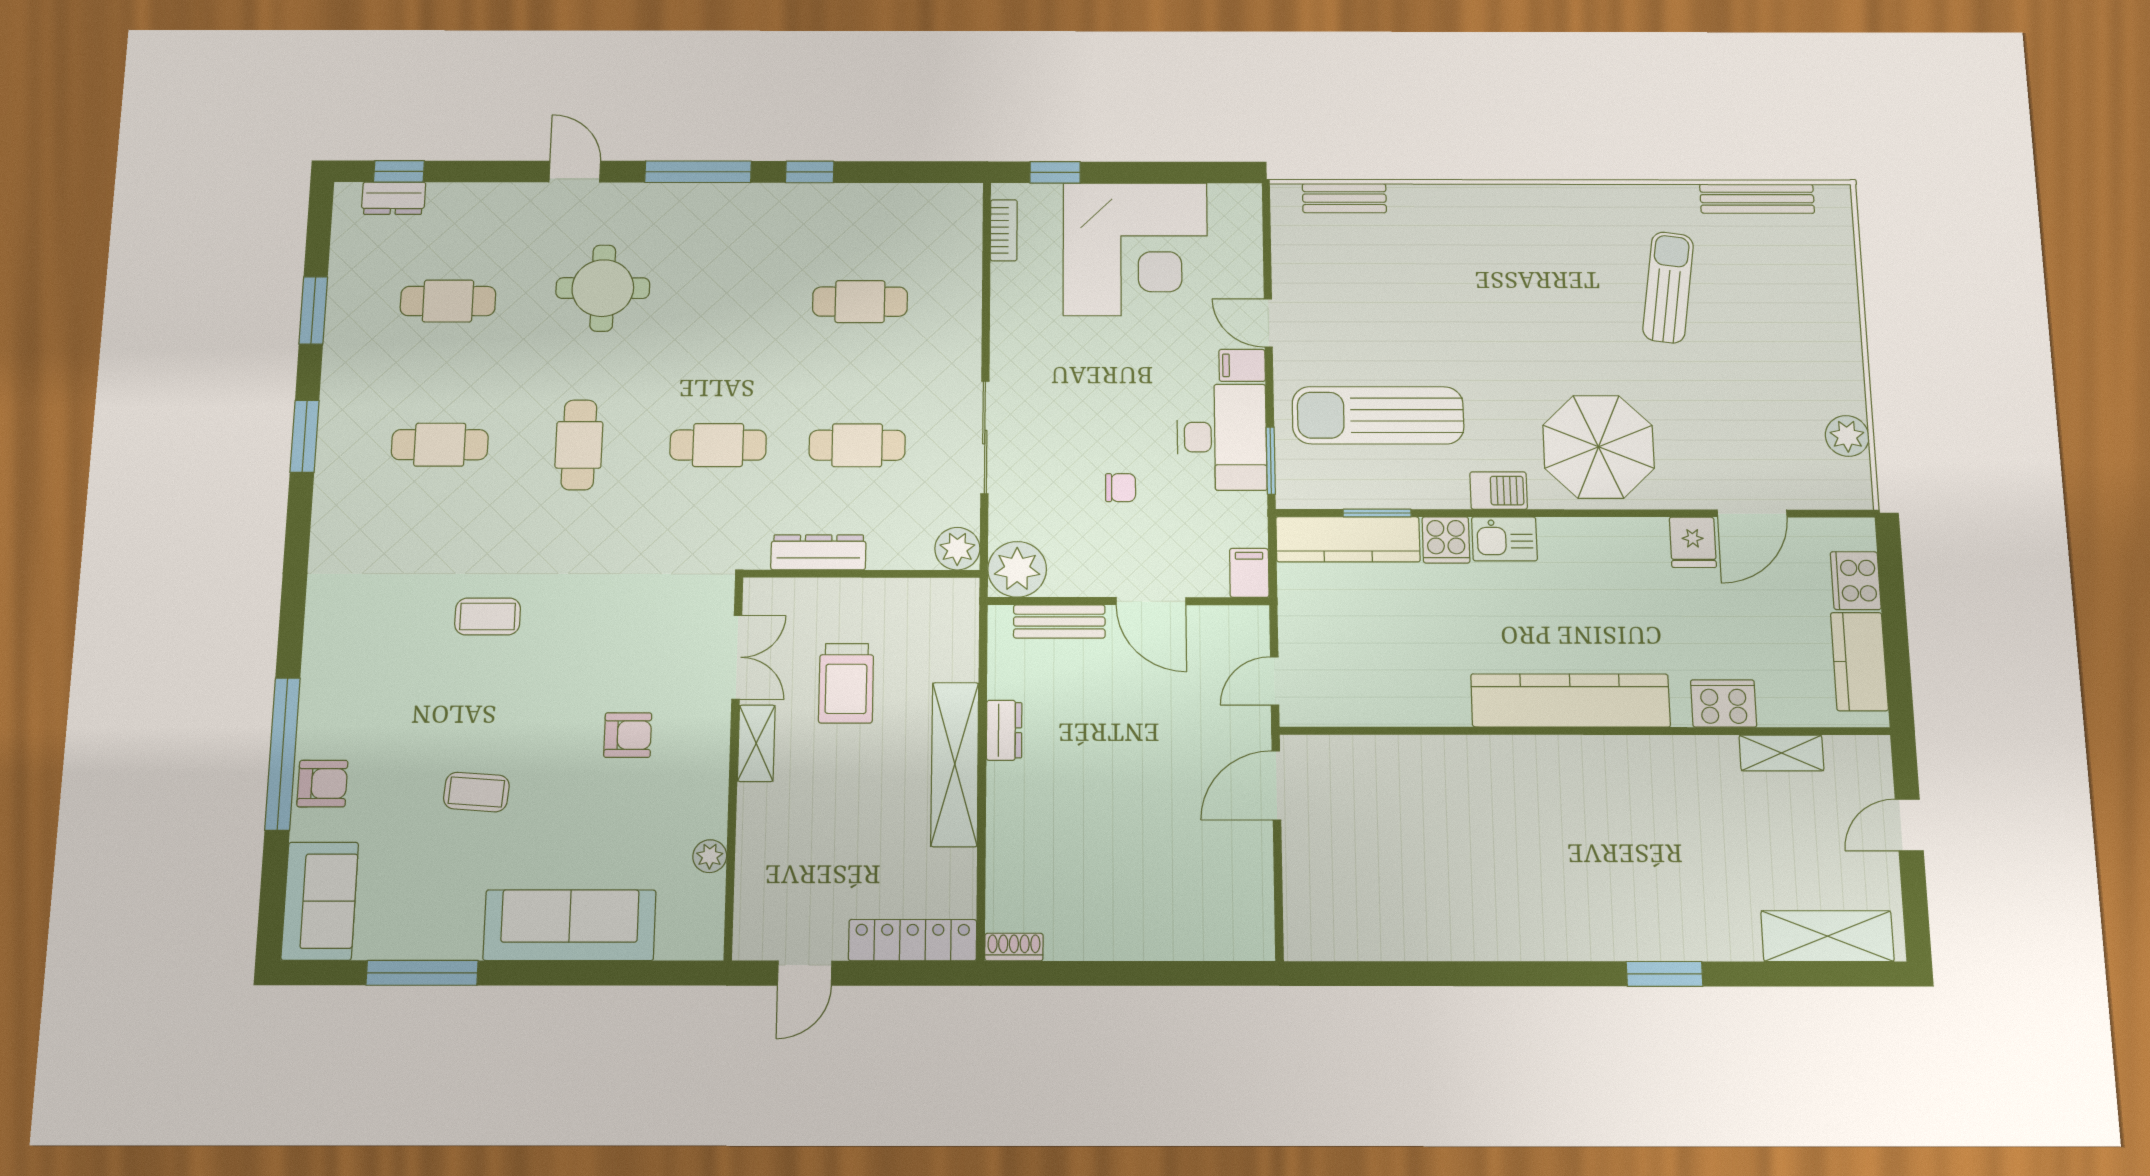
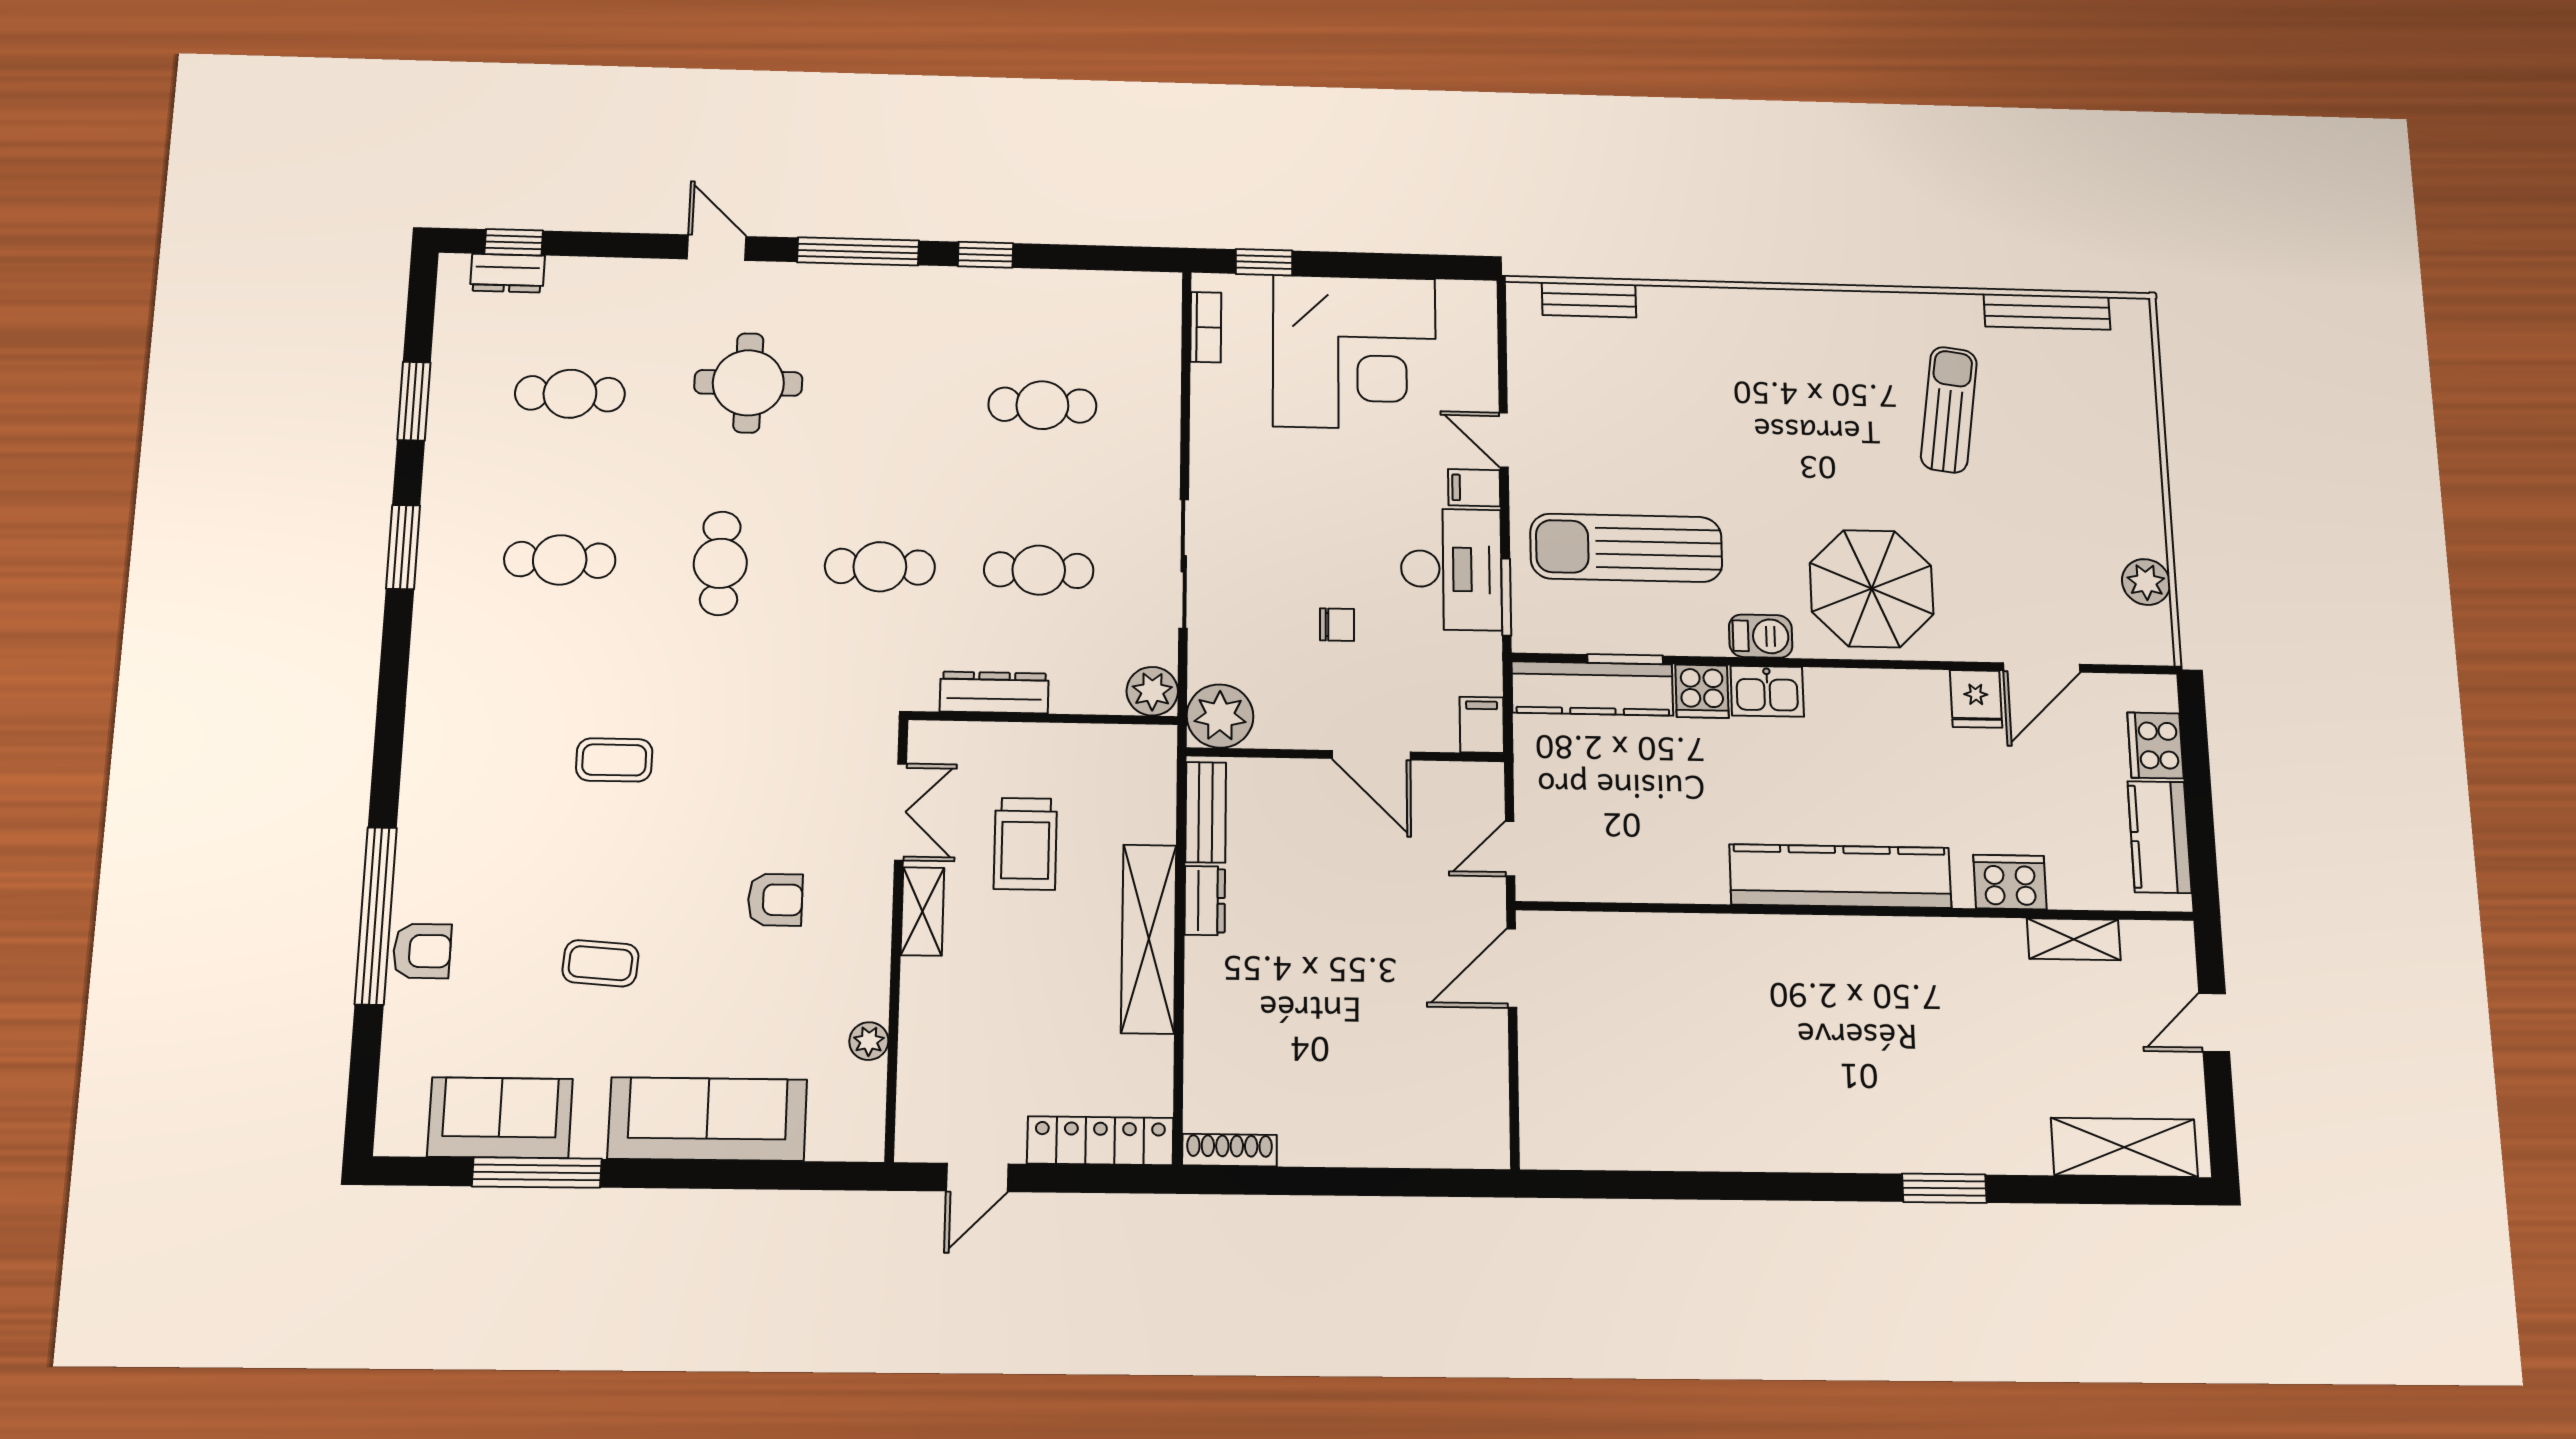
bench: (1059, 622) -> (1206, 812), moved, turned 90
sofa: (320, 901) -> (500, 1118), moved, turned -90
shoe rack: (1014, 947) -> (1230, 1150), width x1.43

